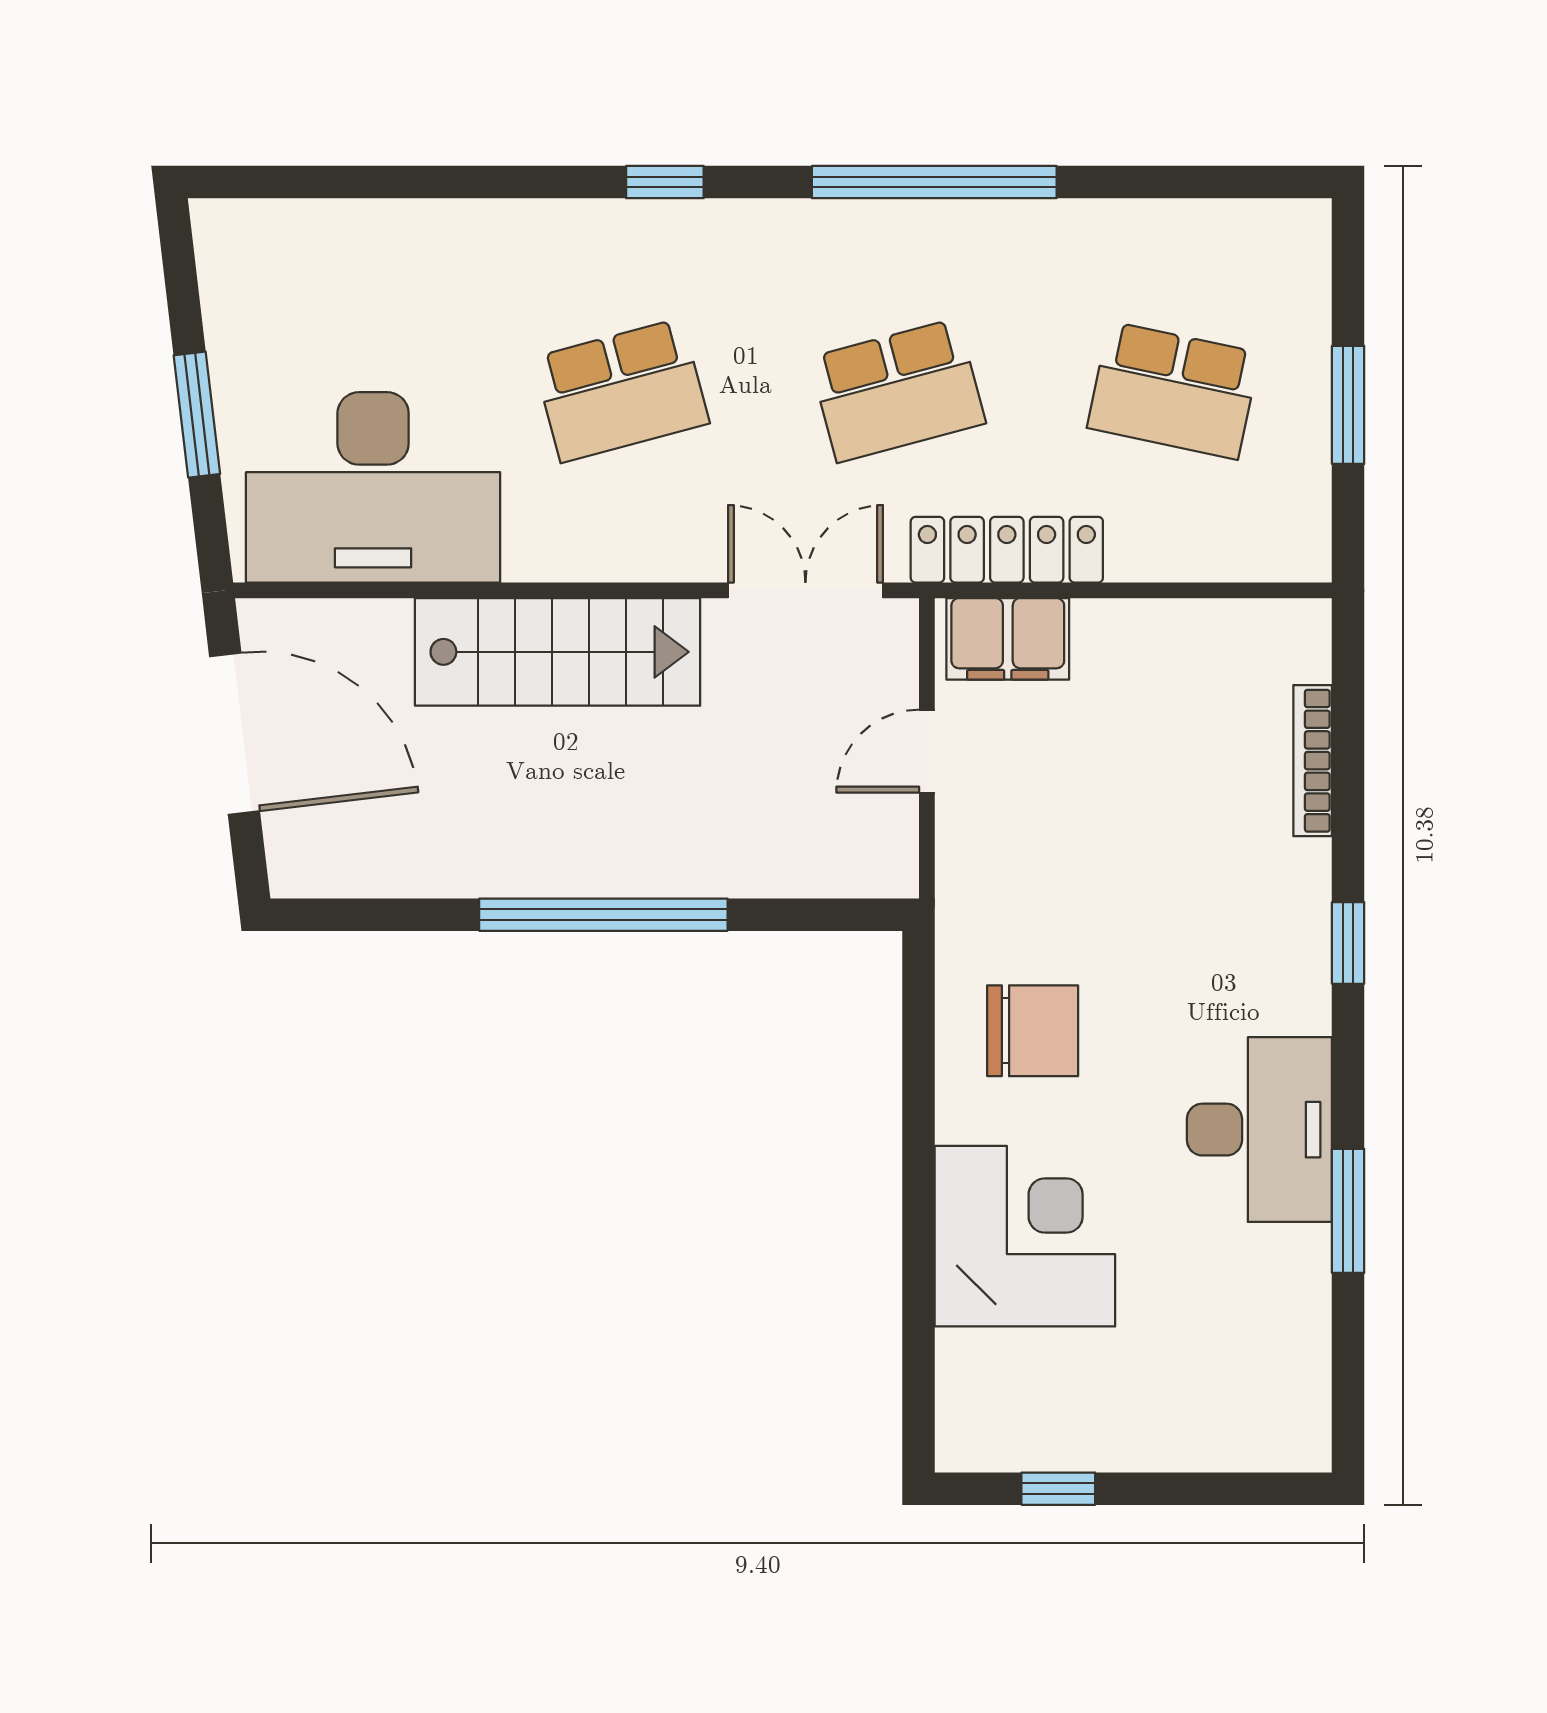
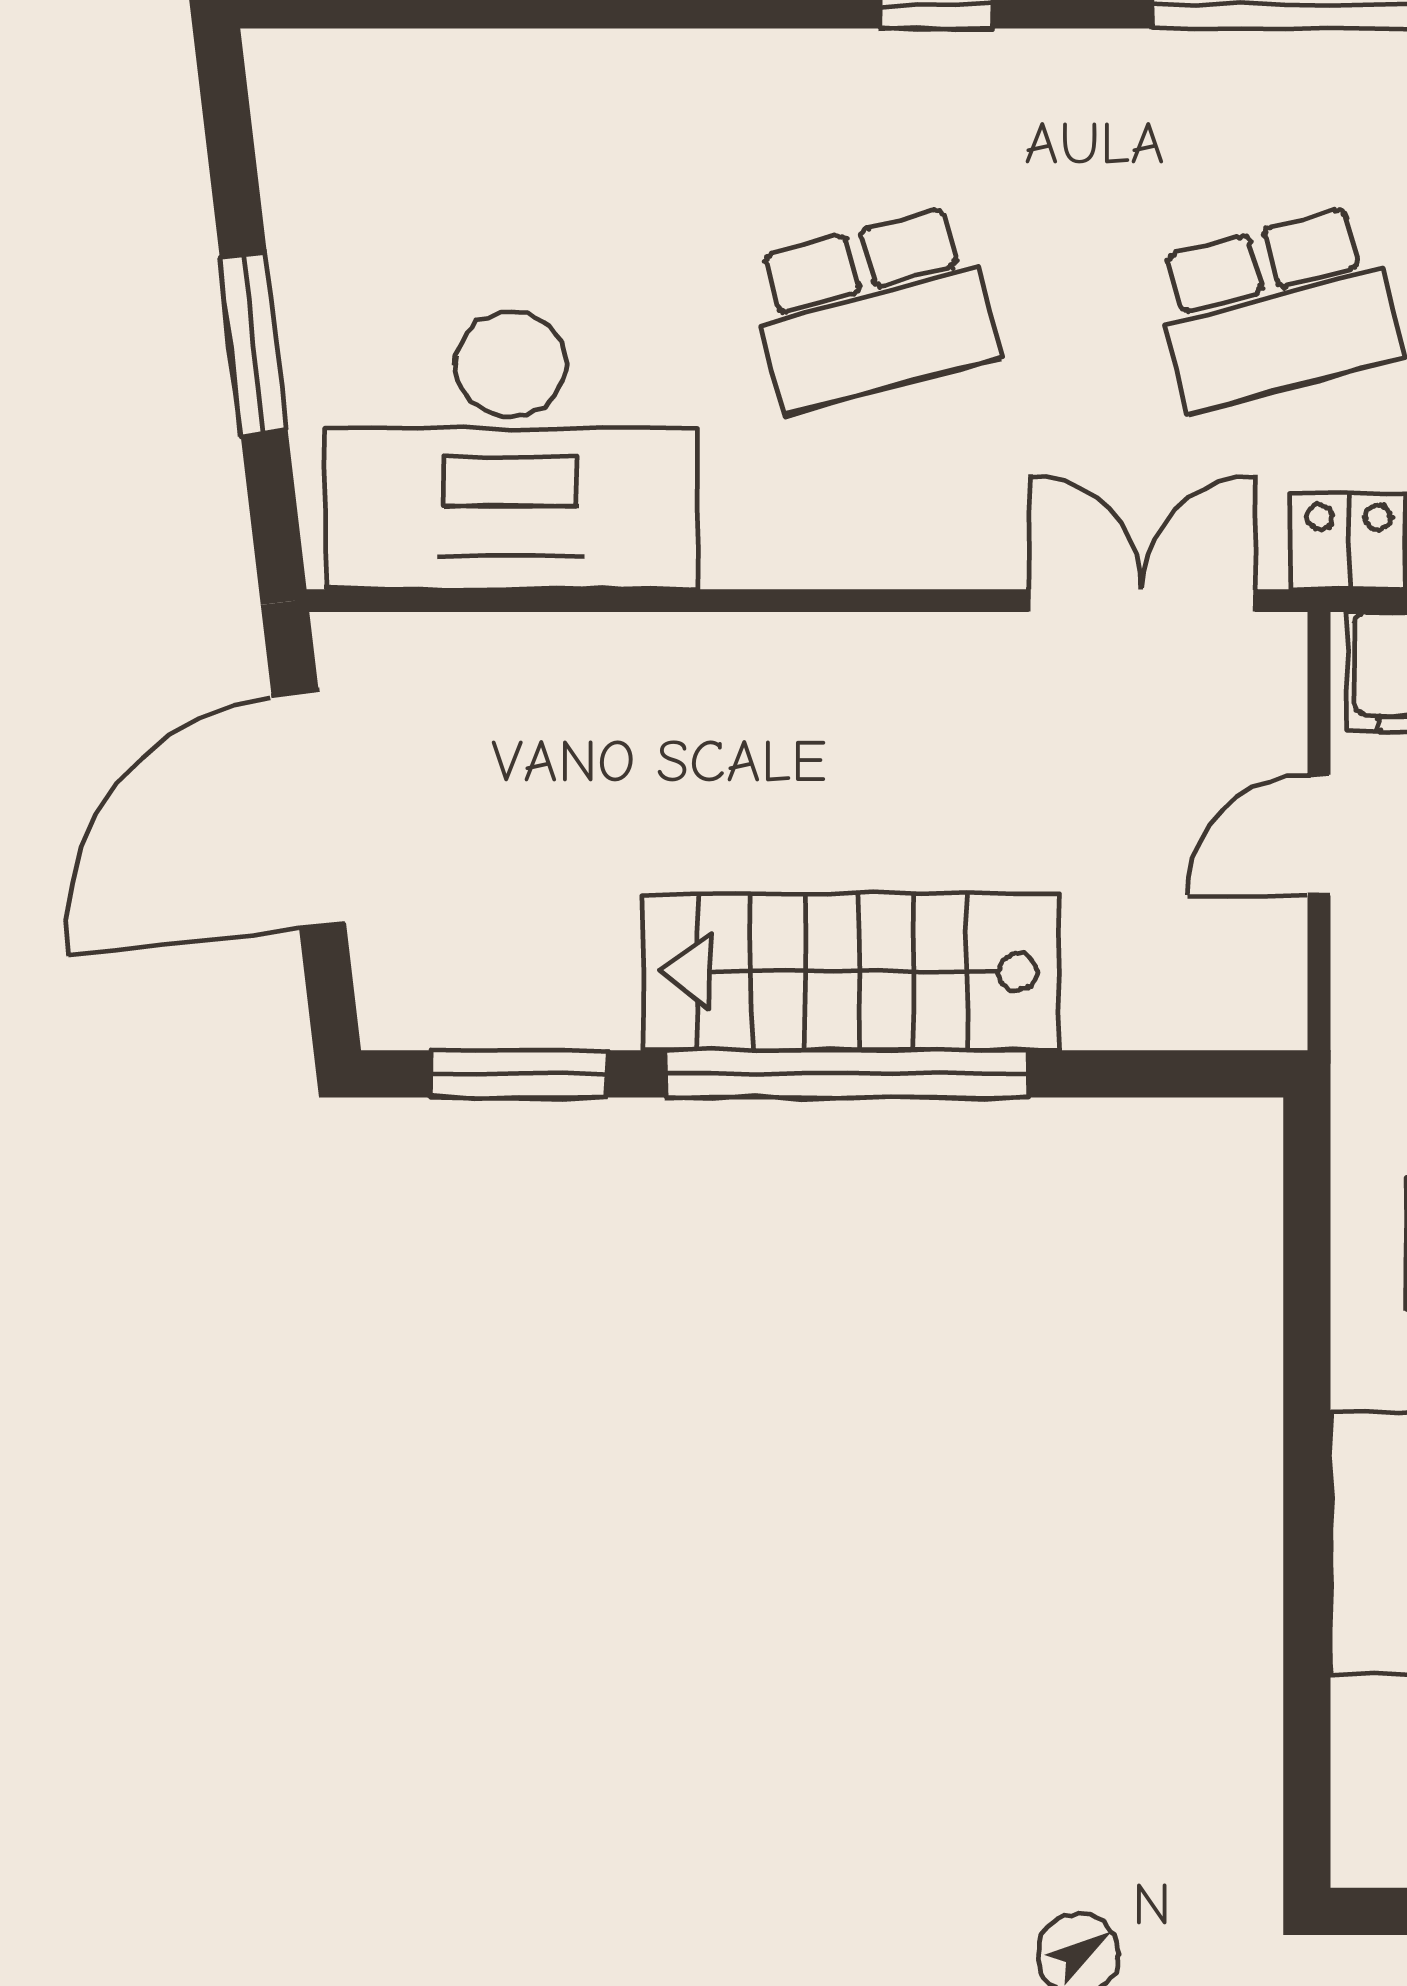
stairs: (558, 652) -> (851, 972), moved, turned 180
door: (235, 734) -> (309, 810), swing flipped
window: (378, 915) -> (519, 1074), added

